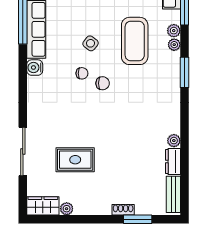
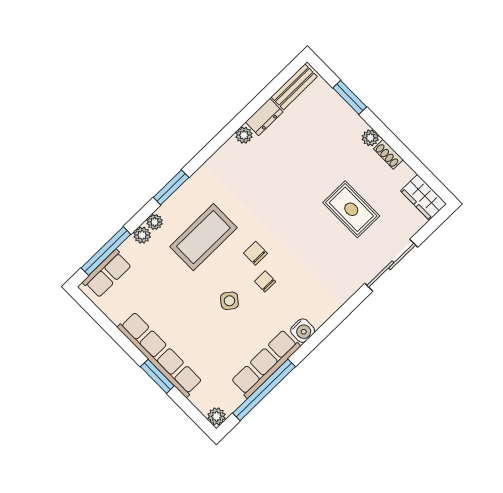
coffee table: (135, 41) -> (203, 237), moved
plant: (67, 209) -> (370, 138), moved
shoe rack: (123, 210) -> (388, 154), moved

